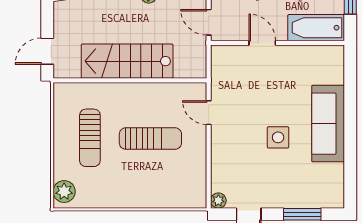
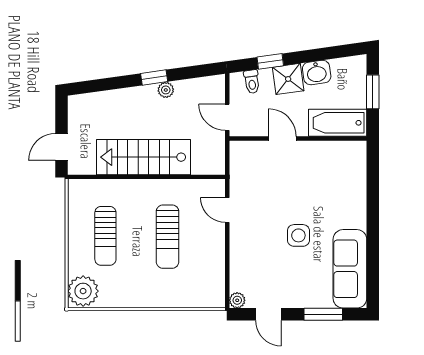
sofa: (328, 124) -> (350, 269), moved
sun lounger: (150, 139) -> (168, 237), turned 90
plant: (64, 192) -> (83, 291), width x1.36, depth x1.36

